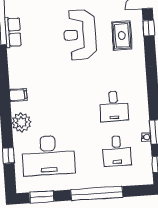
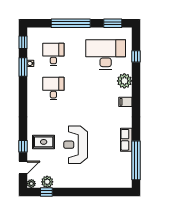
row of seats: (13, 32) -> (126, 140), moved
reception desk: (80, 35) -> (76, 145), turned 180
rug: (122, 35) -> (44, 142), turned 90

